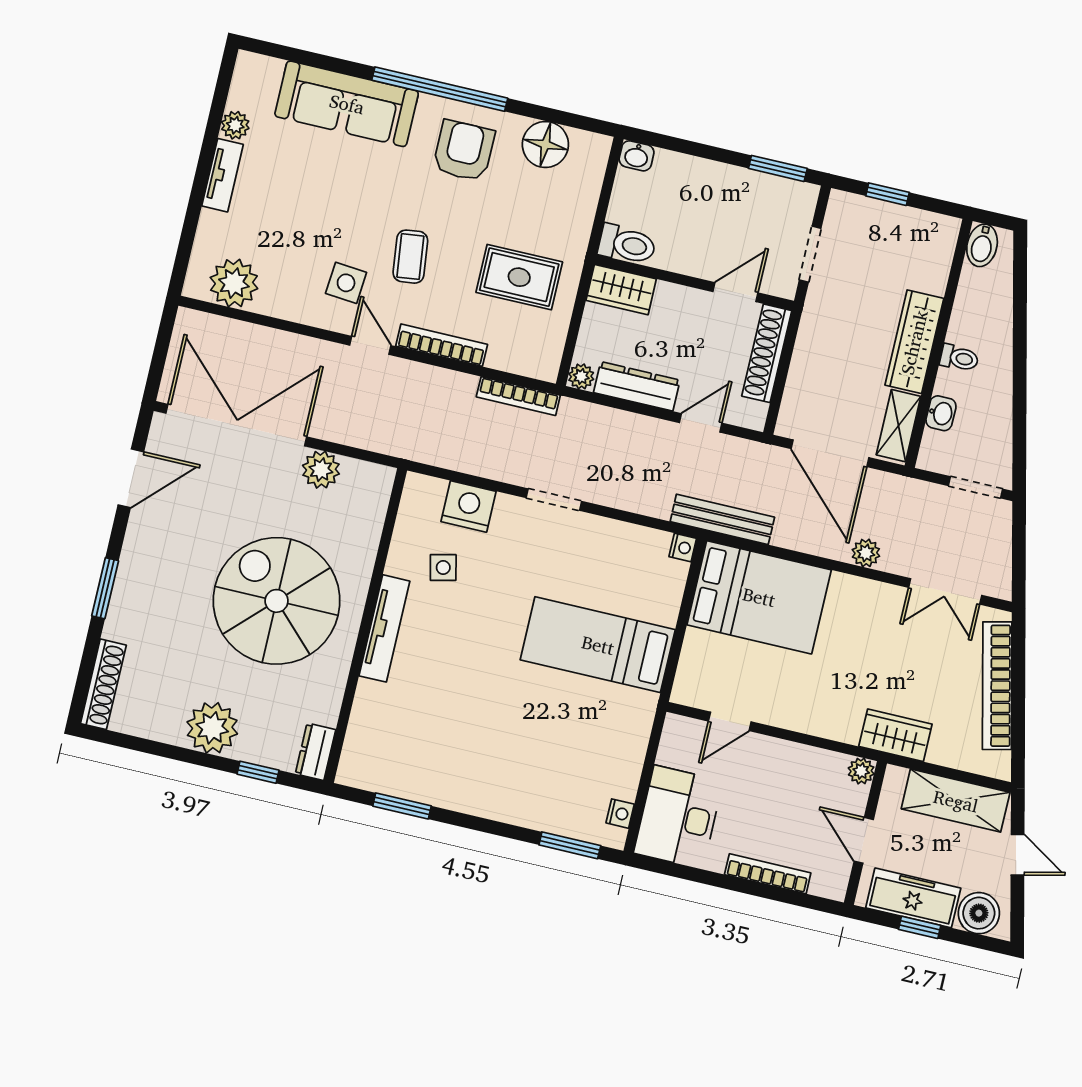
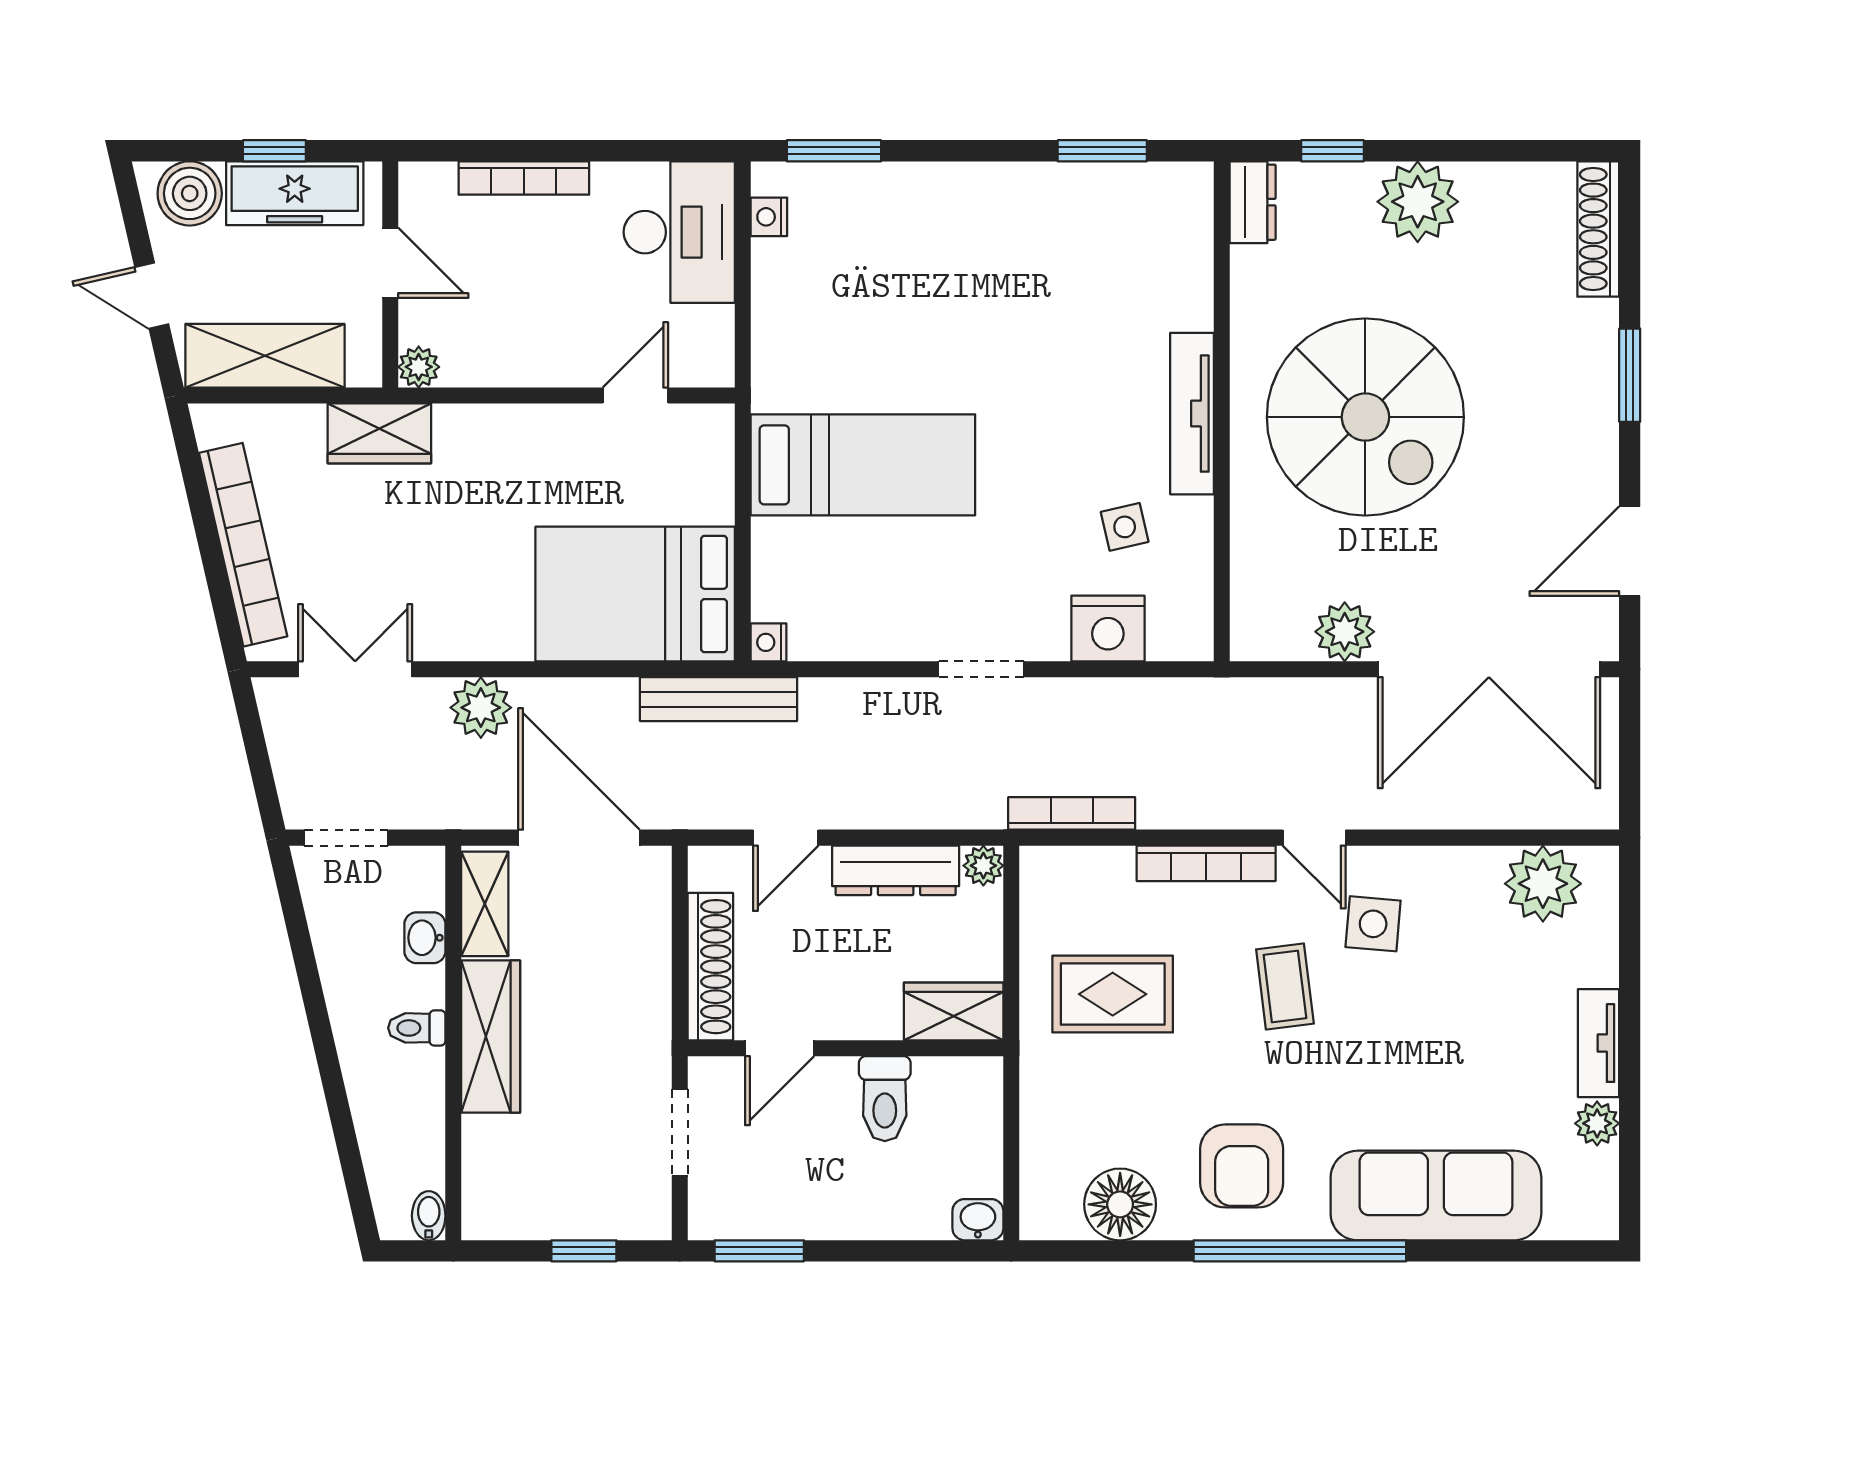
toilet: (627, 244) -> (885, 1099), moved, turned -90
bidet: (982, 245) -> (429, 1216), width x0.72, depth x0.74
plant: (866, 553) -> (481, 708), width x1.38, depth x1.38

